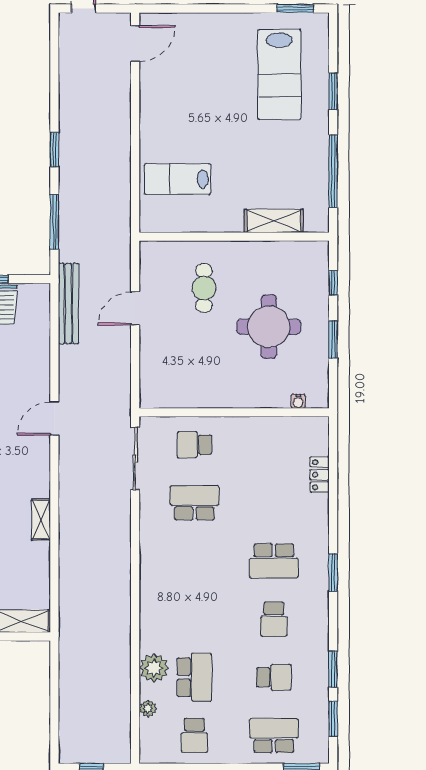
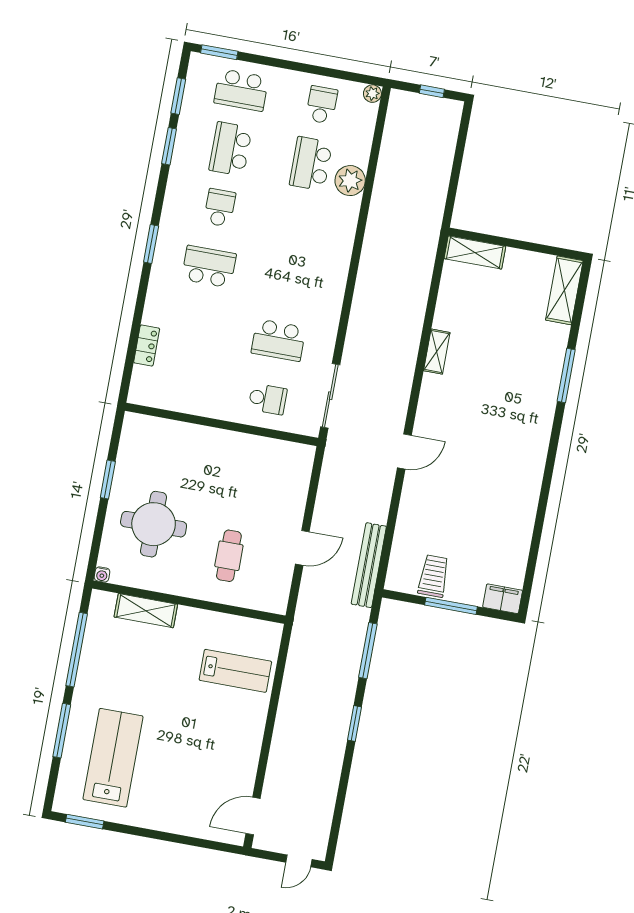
window: (333, 91) -> (62, 731), width x1.44
window: (333, 283) -> (97, 537), removed
round table: (269, 327) -> (154, 524), moved
water cooler: (298, 401) -> (102, 575), moved, turned 180
school desk: (274, 677) -> (230, 149), width x1.85
plant: (148, 708) -> (372, 94), moved

